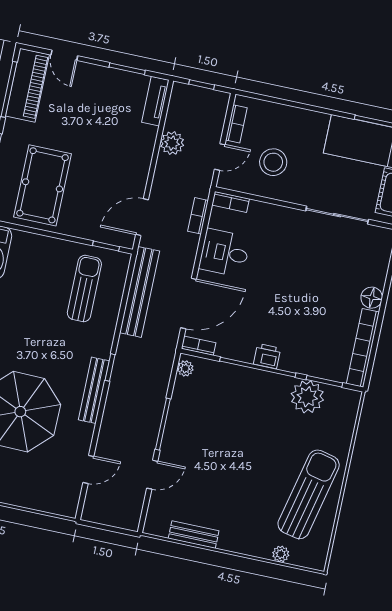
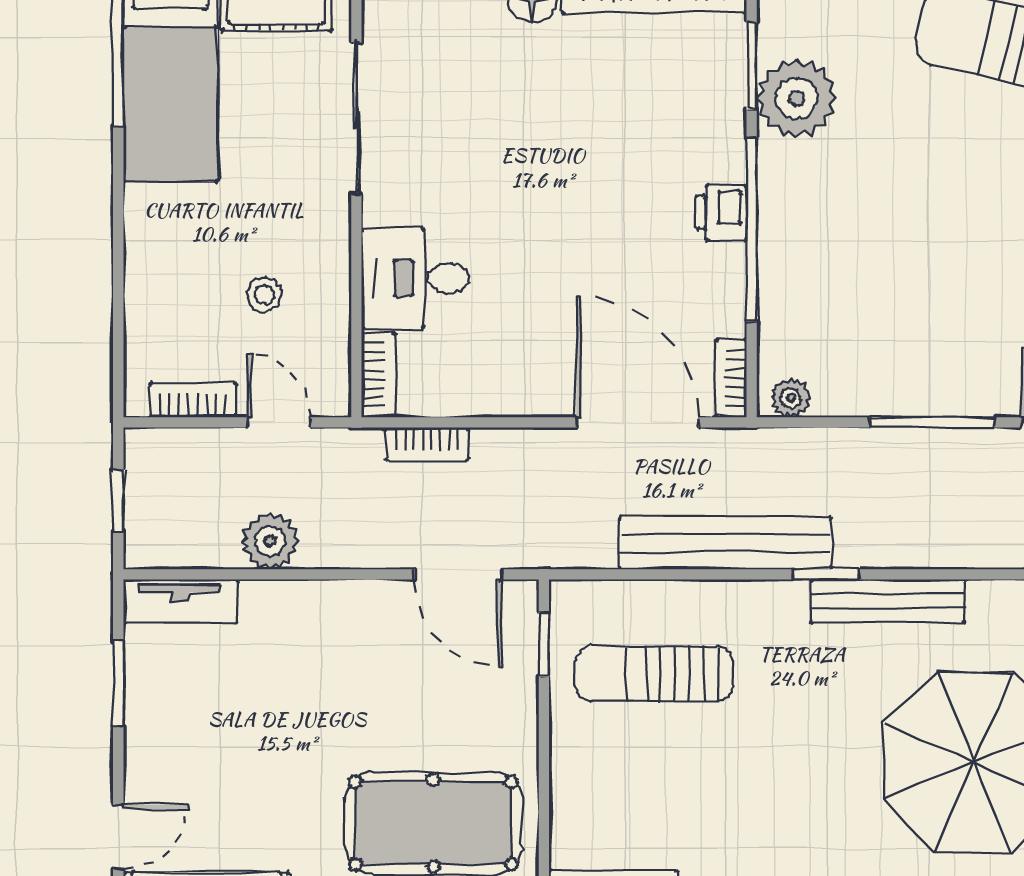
stool: (273, 162) -> (264, 295), width x0.53, depth x0.53
desk: (225, 253) -> (415, 278), moved, turned 90
bench: (140, 292) -> (725, 543), moved

